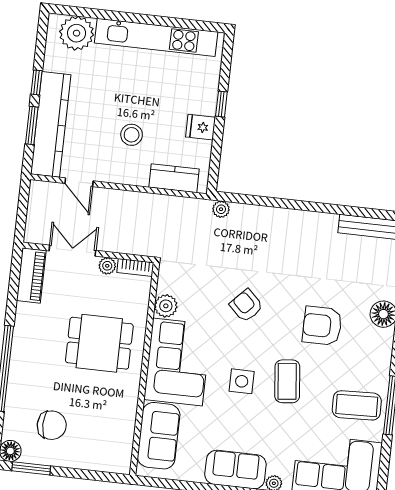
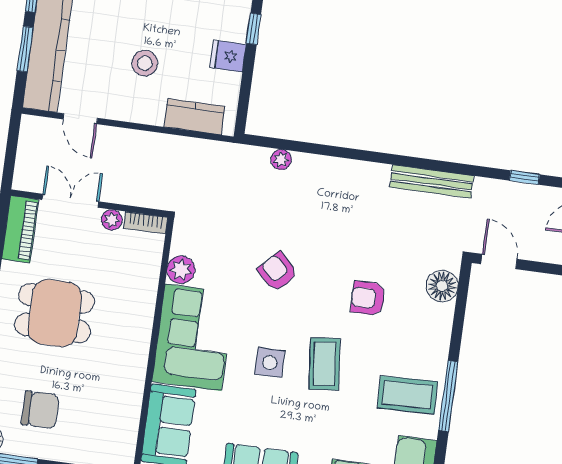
plant: (221, 209) -> (281, 160), moved
armchair: (322, 326) -> (368, 298), width x0.72, depth x0.72
dining table: (99, 343) -> (55, 313), moved

